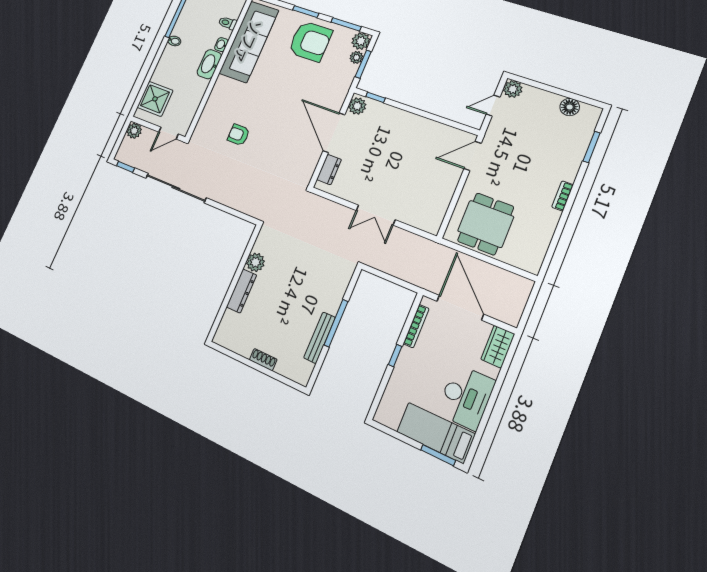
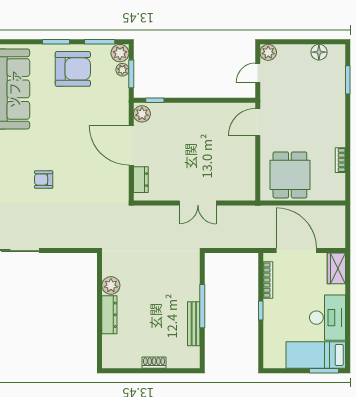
bookcase: (563, 196) -> (340, 160), moved

